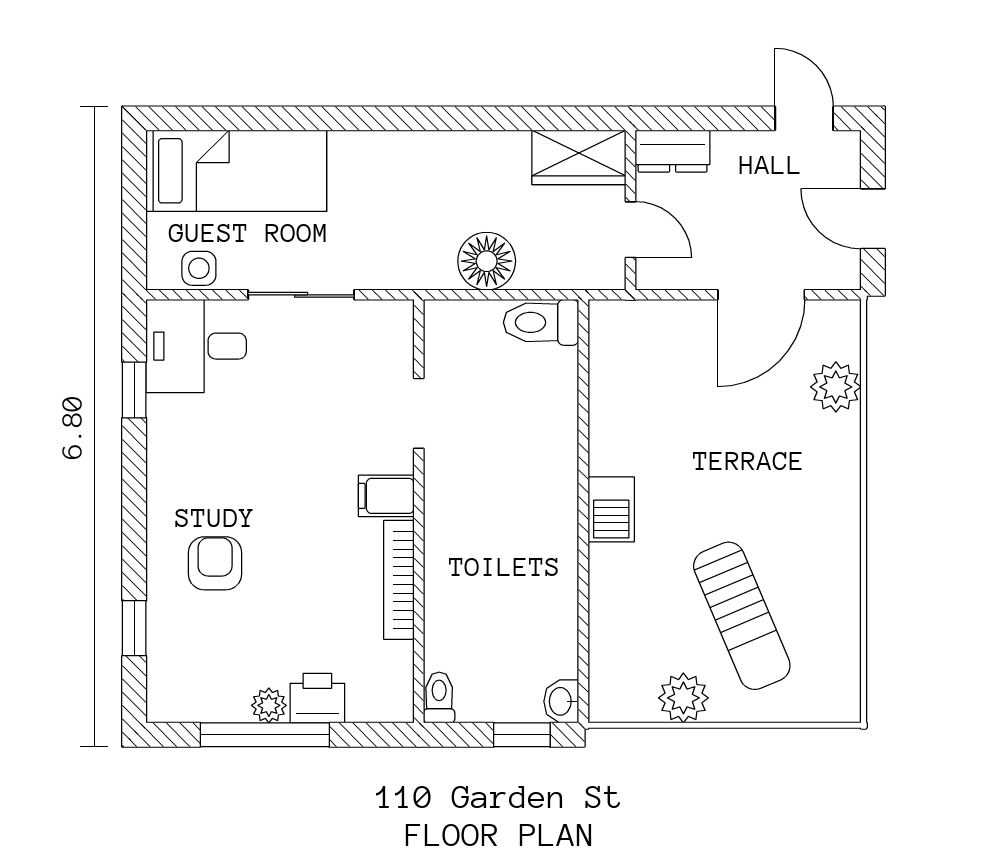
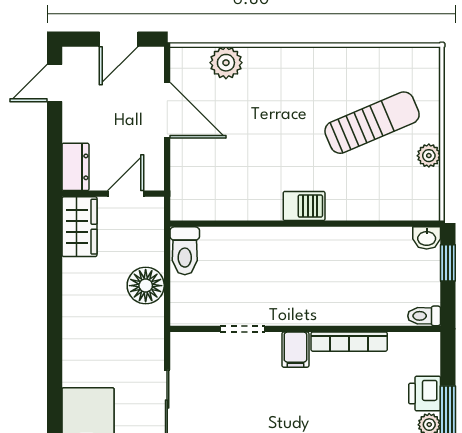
plant: (683, 698) -> (429, 156), width x0.73, depth x0.73

